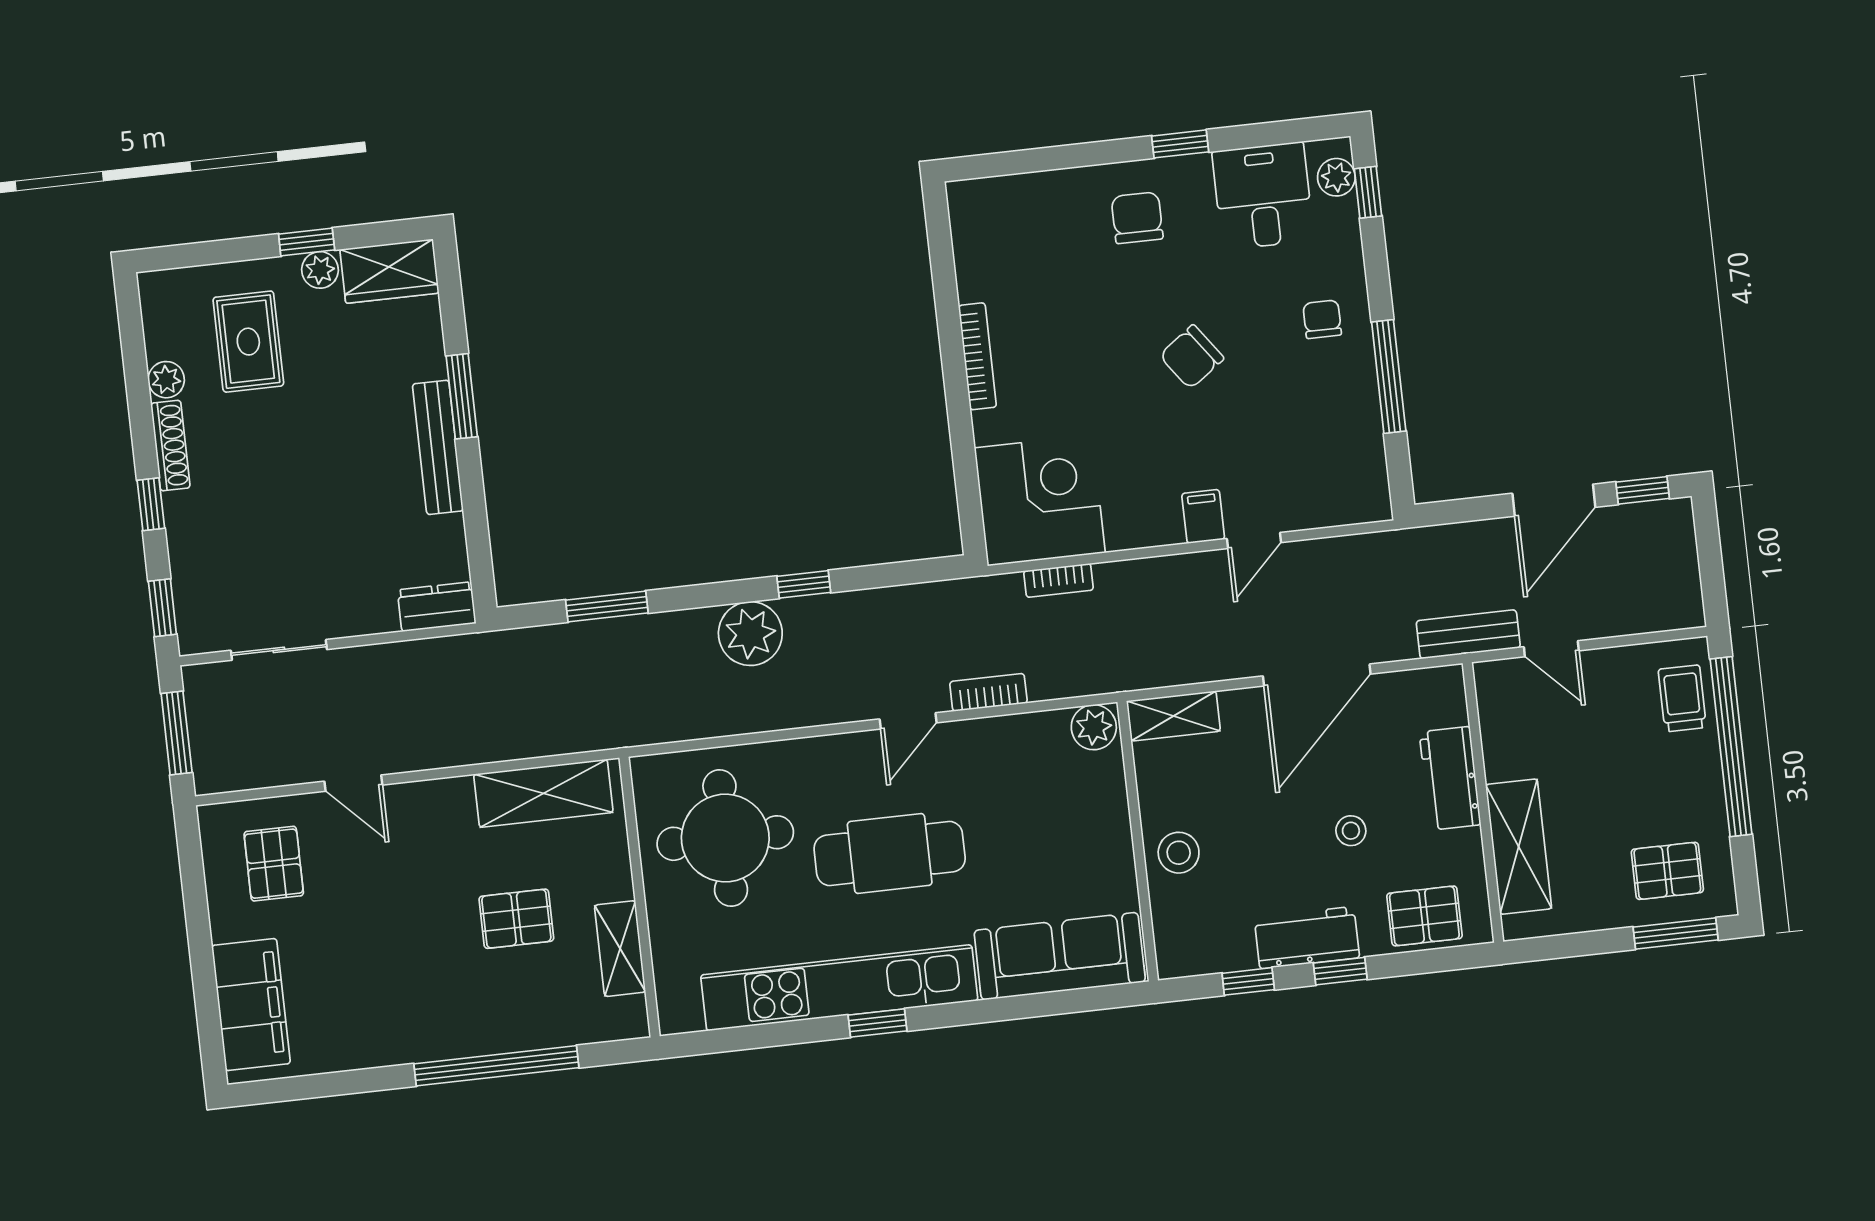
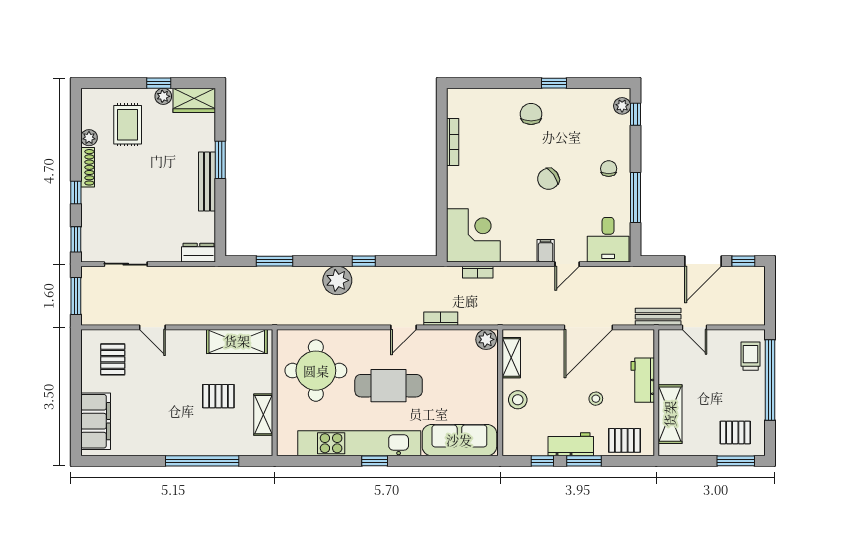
desk: (1263, 196) -> (608, 240), moved, turned 180
bookcase: (977, 356) -> (453, 142), moved
shelving: (1173, 716) -> (511, 358), moved, turned 90
window: (1340, 971) -> (584, 461), width x1.50

